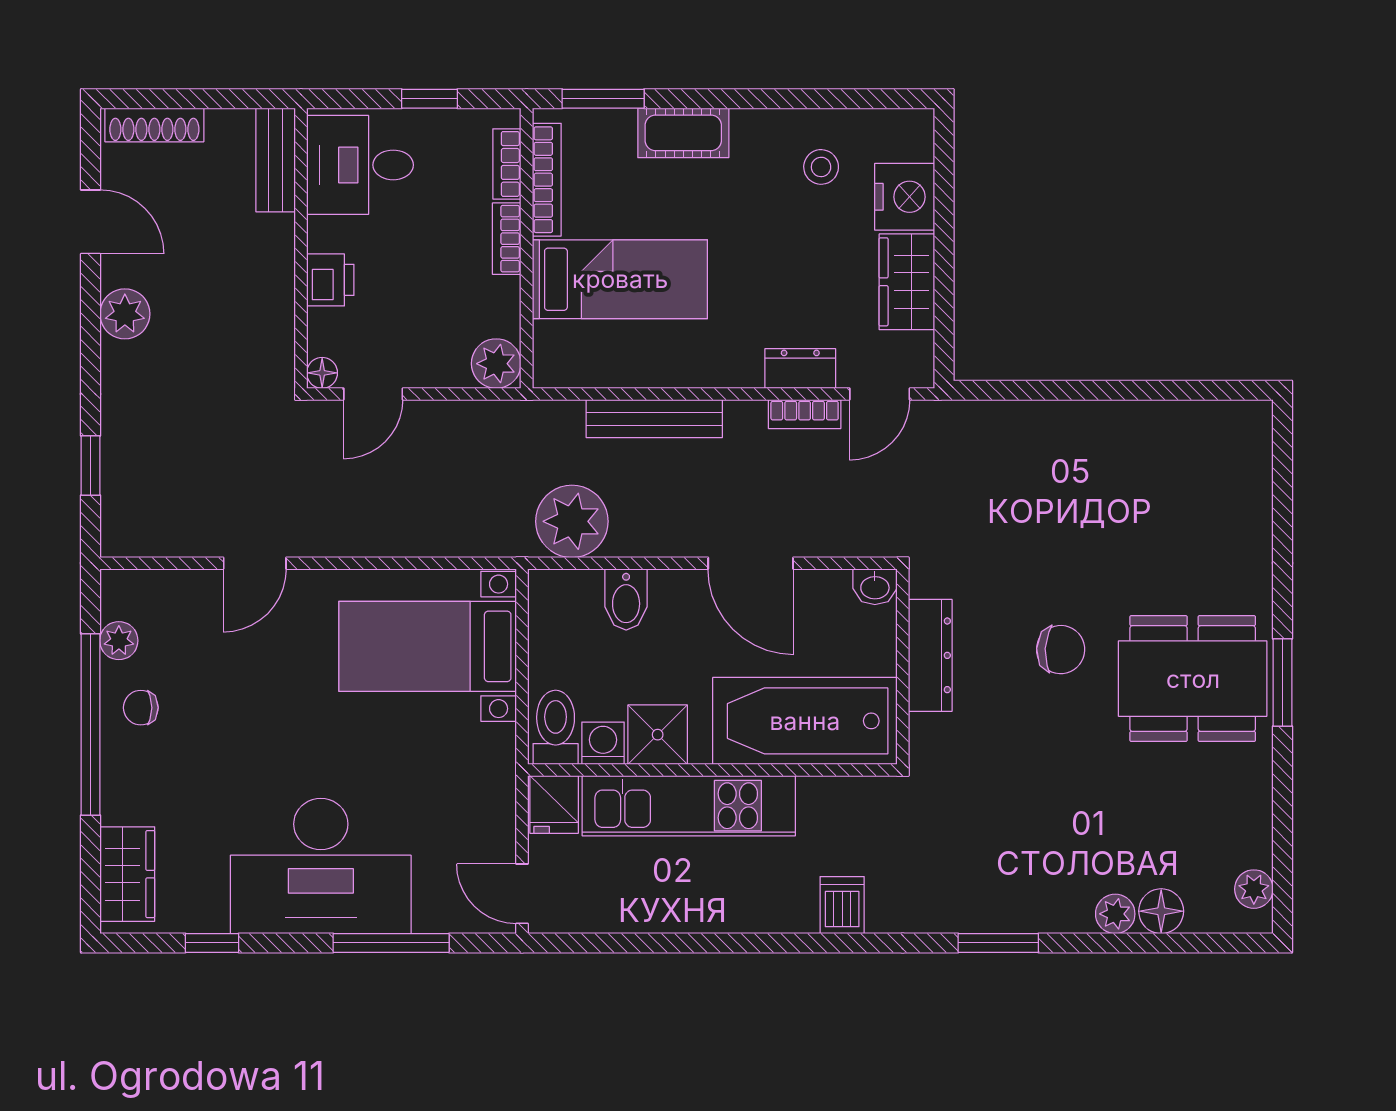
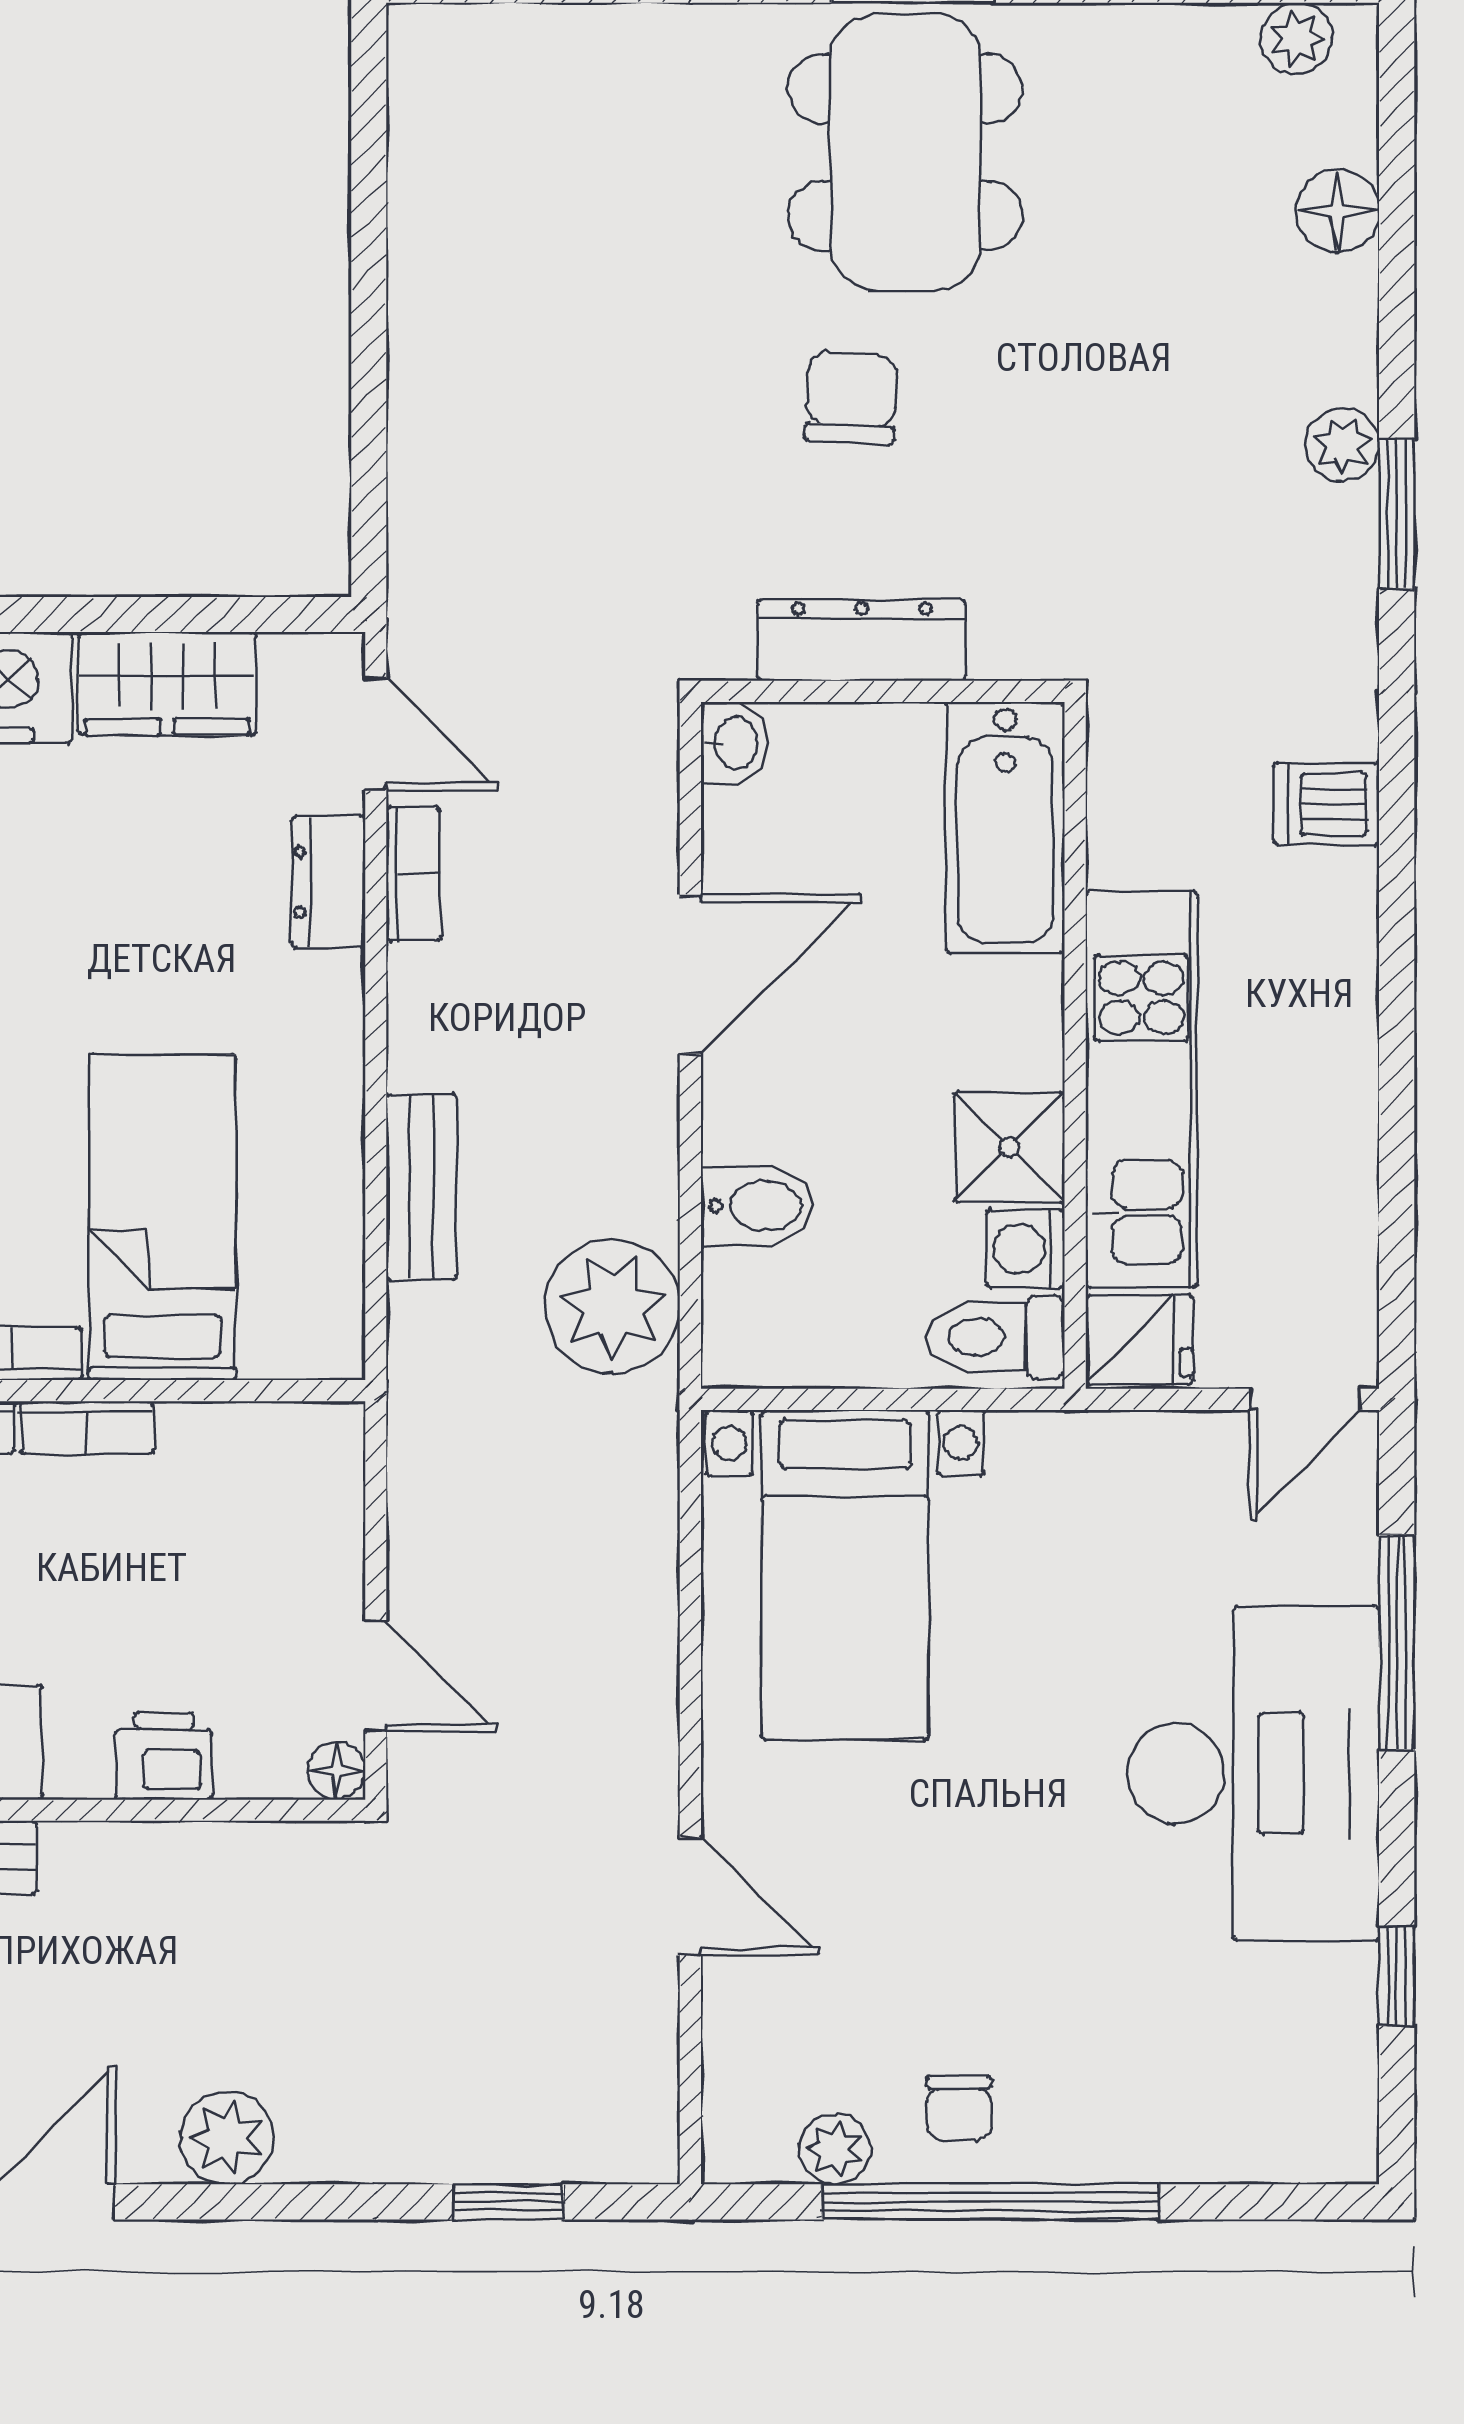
plant: (496, 364) -> (319, 1447), removed
bench: (654, 419) -> (422, 1187), width x0.73
bathtub: (805, 721) -> (1005, 828), width x0.73, depth x0.73
wardrobe: (127, 874) -> (1269, 2133), removed
plant: (1115, 914) -> (1343, 445), moved

